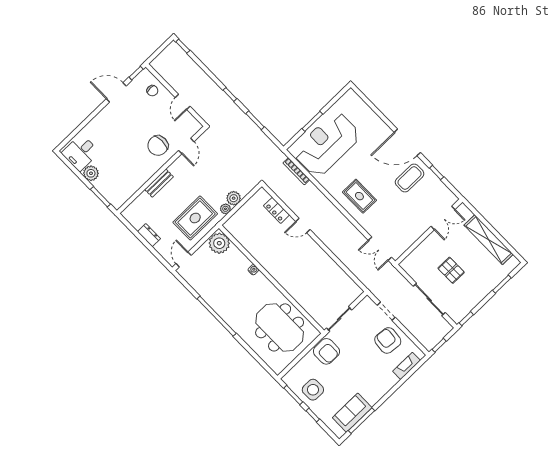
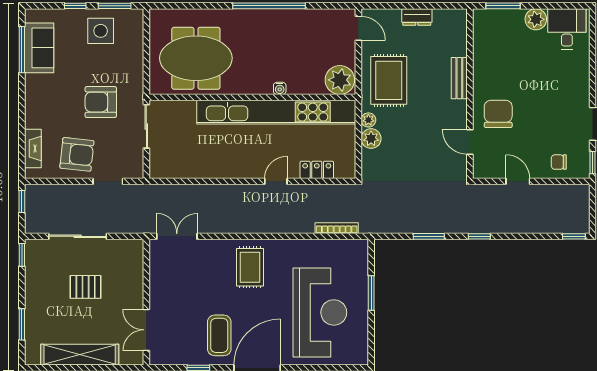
reception desk: (327, 144) -> (320, 312), moved
rug: (359, 196) -> (250, 267), turned 90
kitchen unit: (267, 260) -> (276, 112), added
armchair: (326, 351) -> (101, 102), moved

